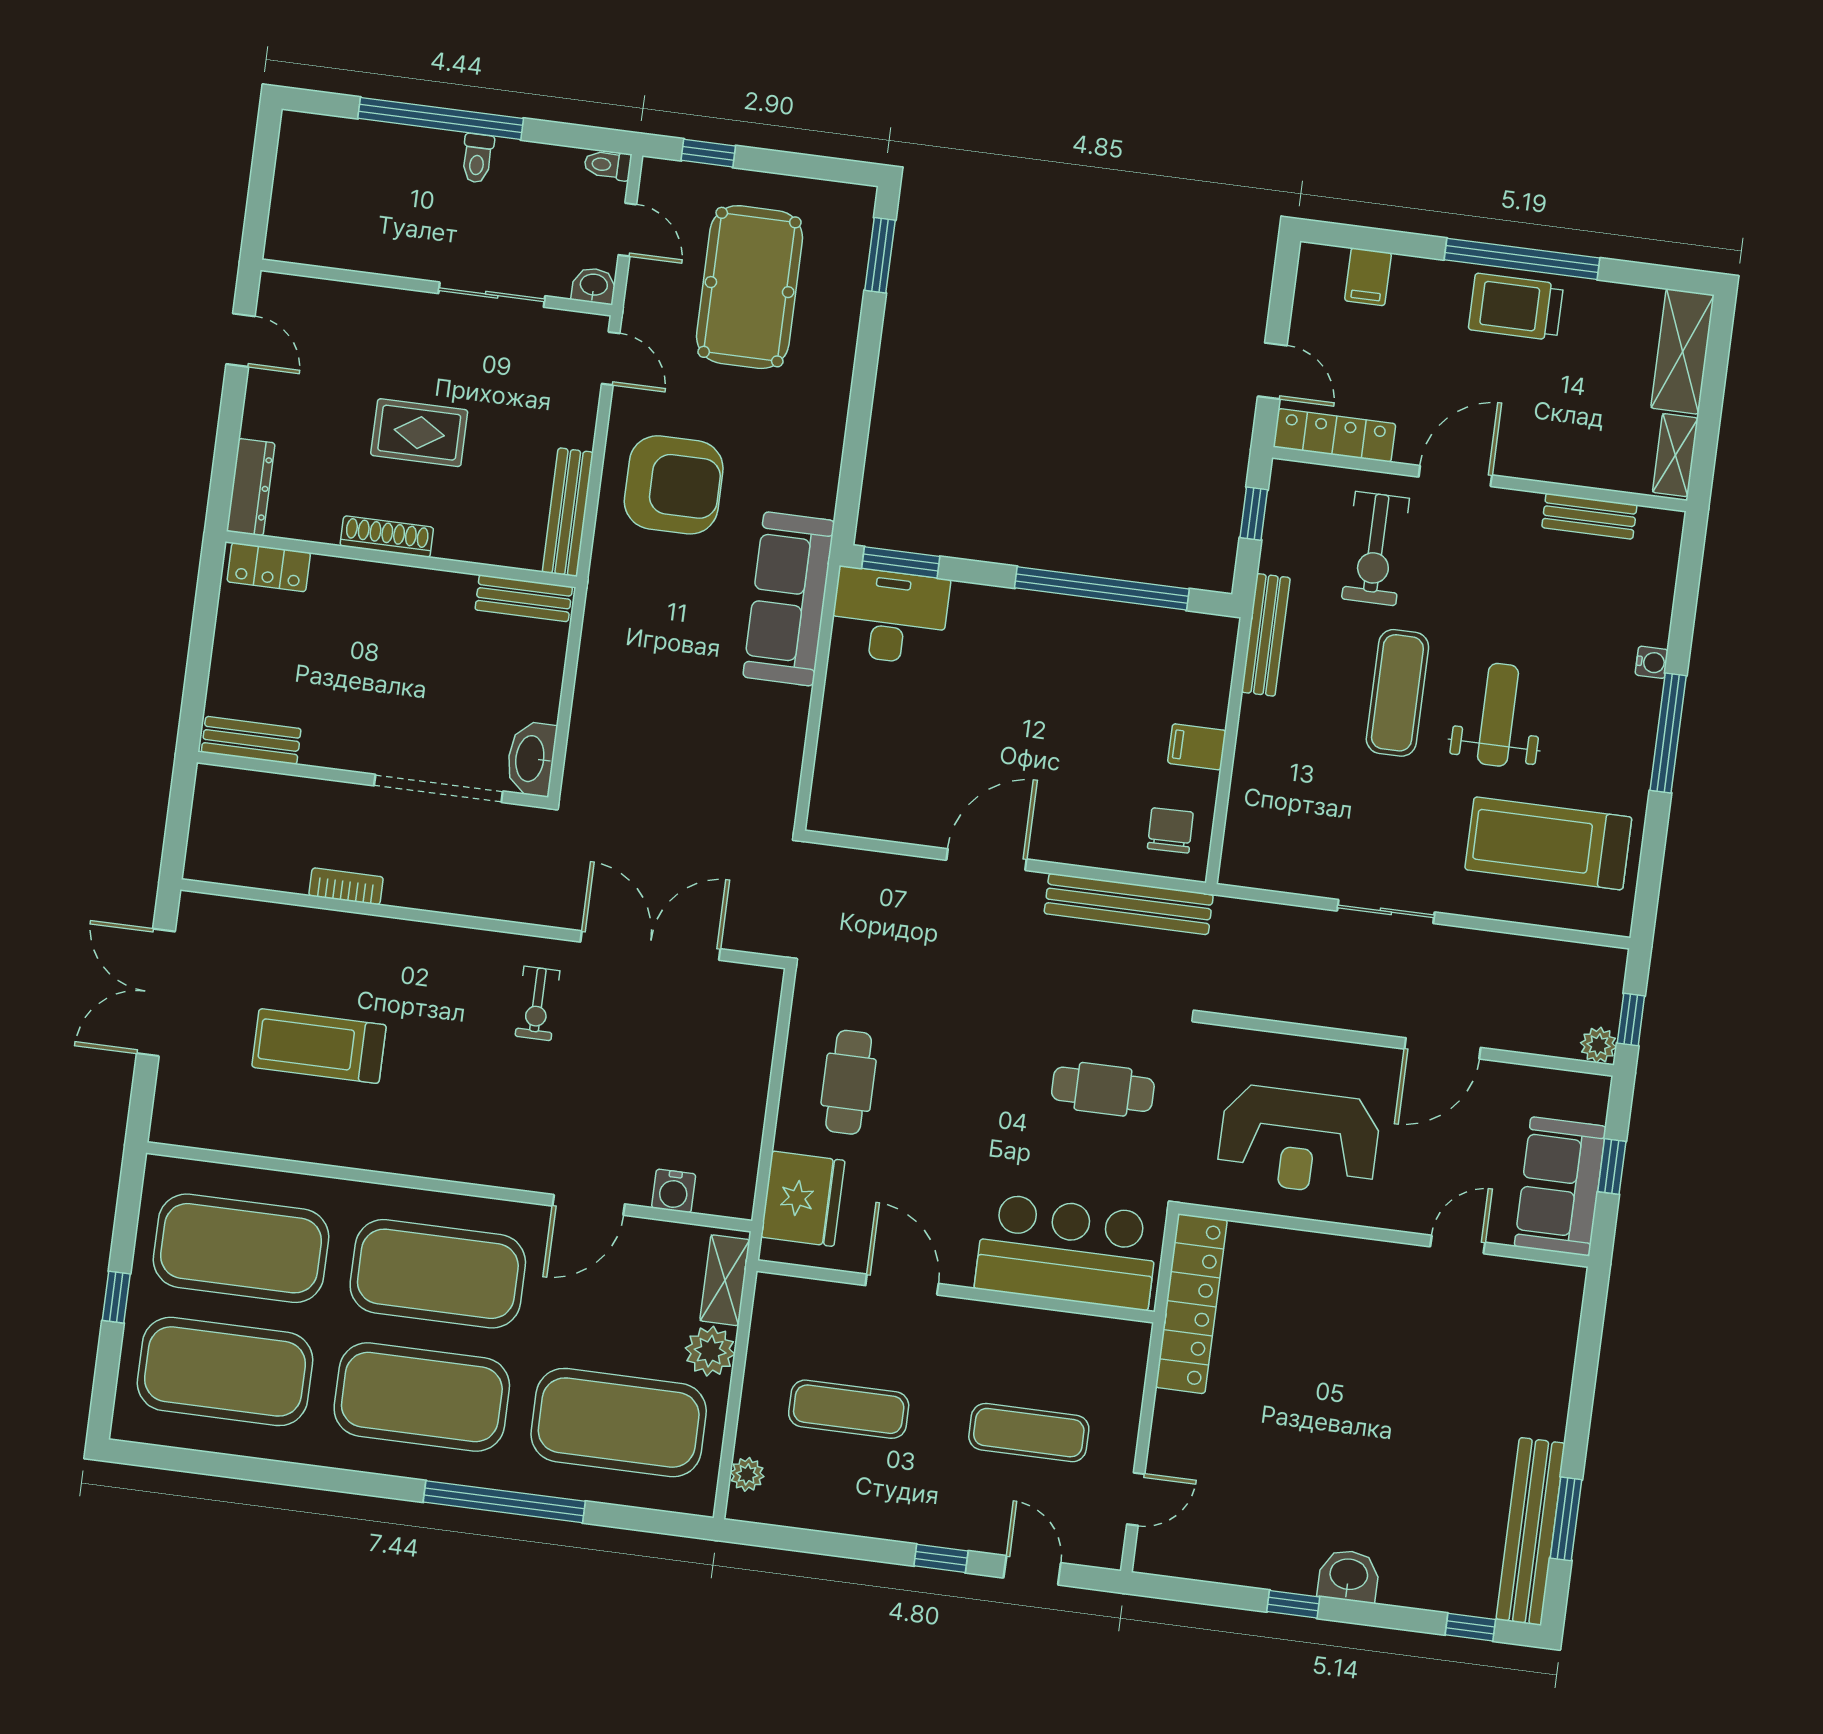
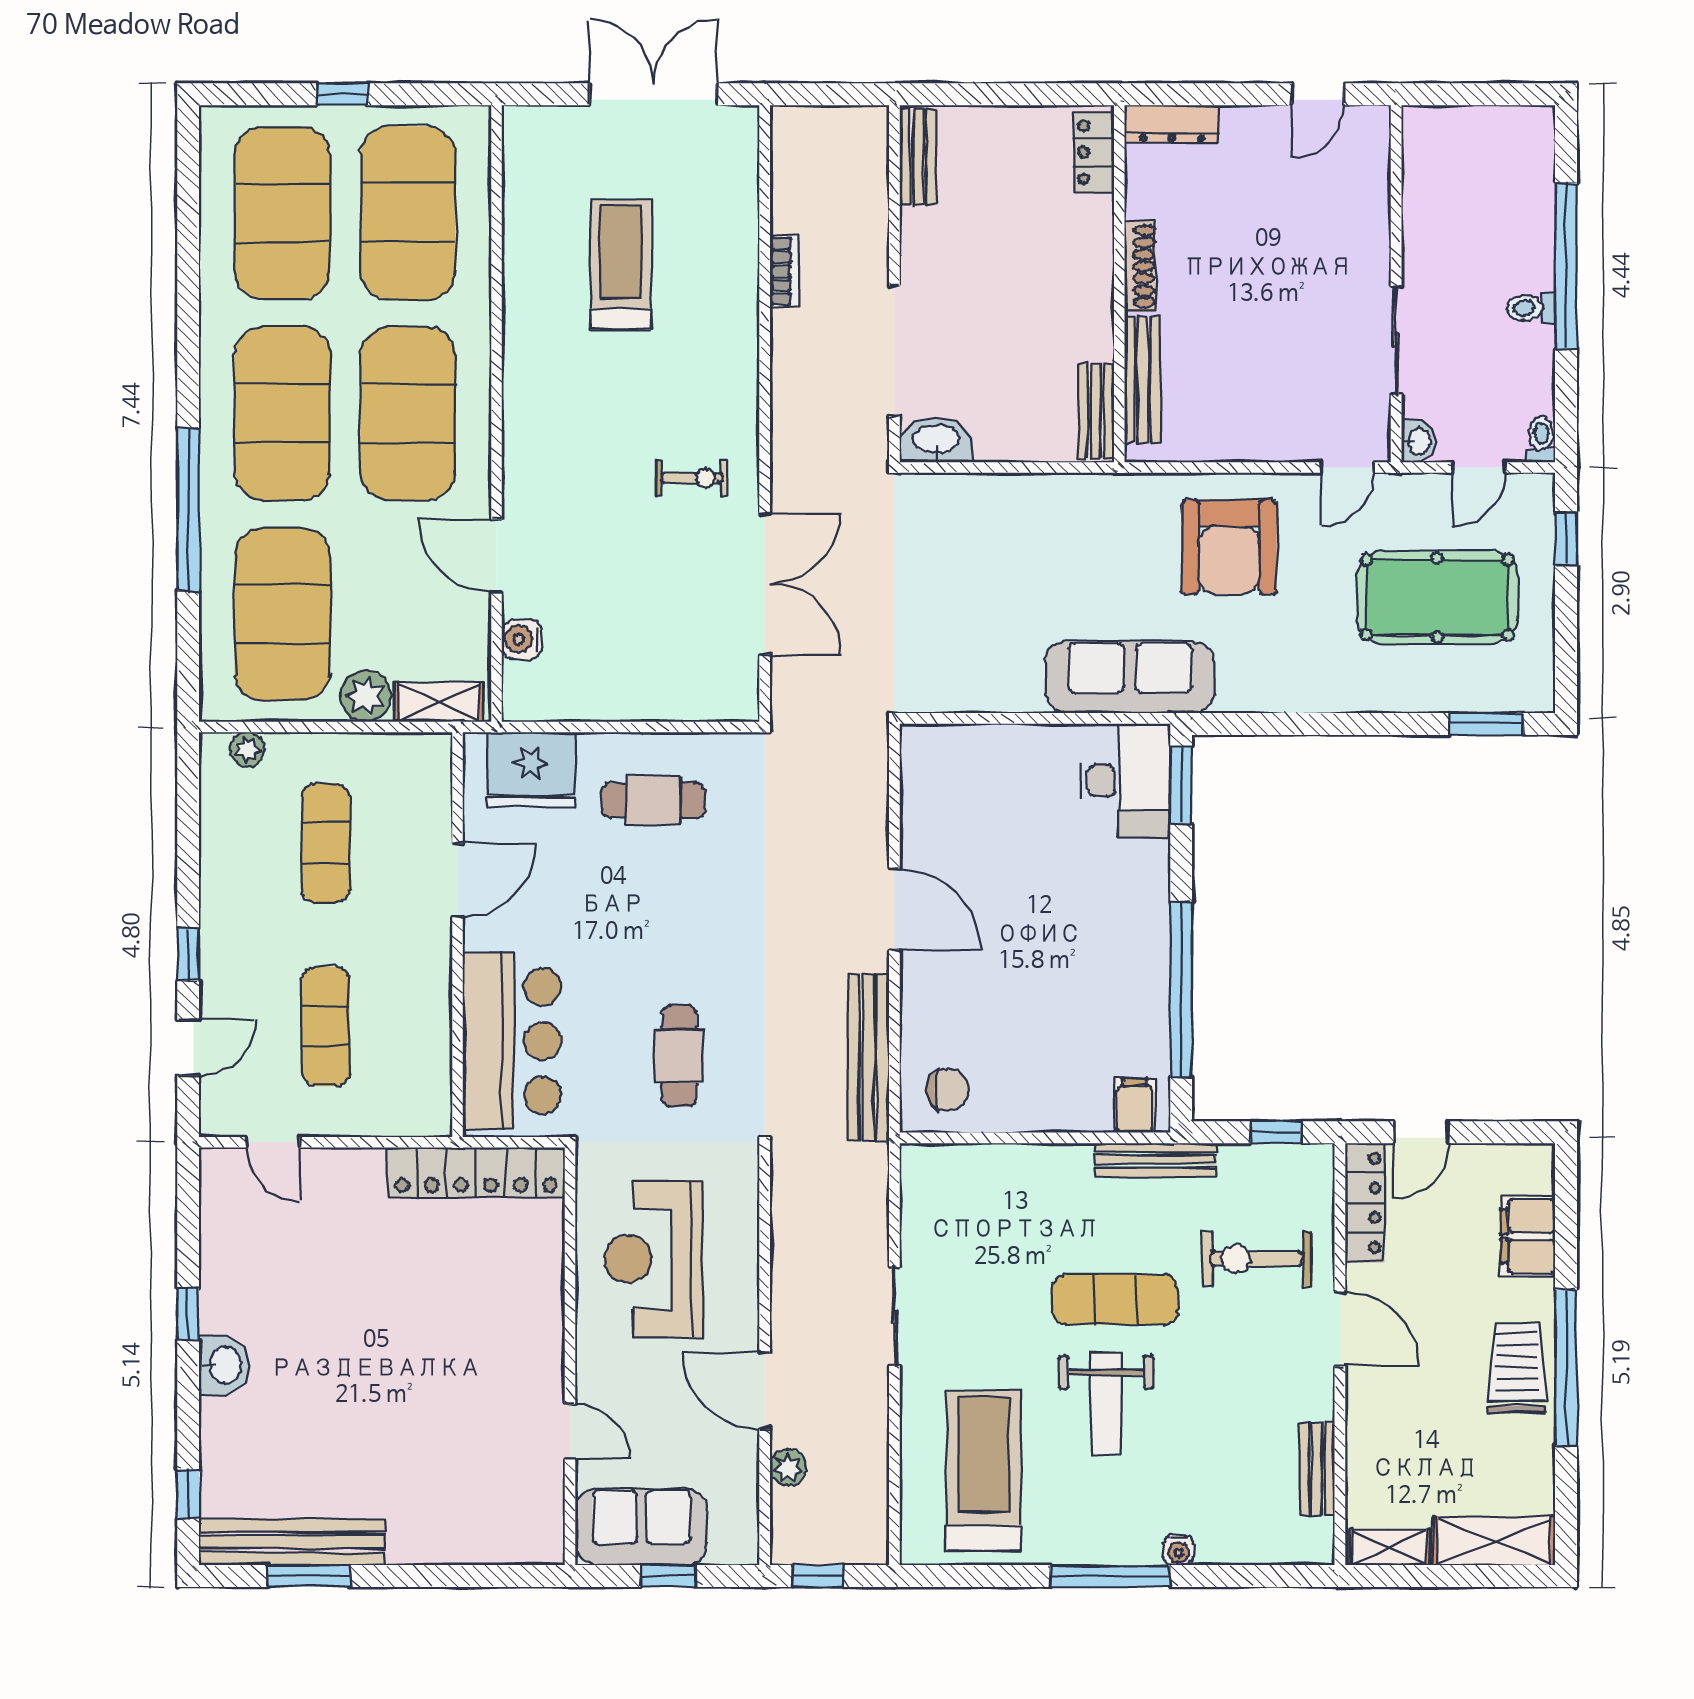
filing cabinet: (1368, 277) -> (1528, 1236), width x2.00
rug: (419, 433) -> (1248, 285), removed
bench: (568, 512) -> (1142, 379), moved, turned 90
weight bench: (1498, 715) -> (1106, 1403), turned 90
filing cabinet: (1197, 747) -> (1135, 1106), moved
exercise bike: (537, 1003) -> (692, 478), turned 180
plant: (1598, 1045) -> (788, 1468), moved

